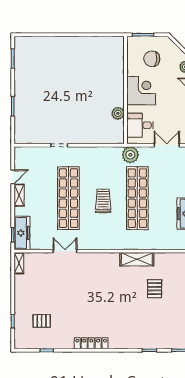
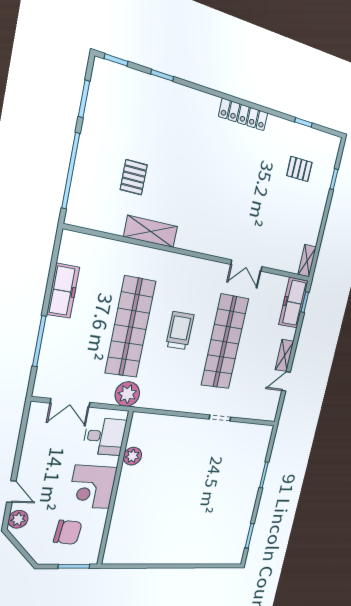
trolley: (103, 201) -> (180, 331), turned 180

